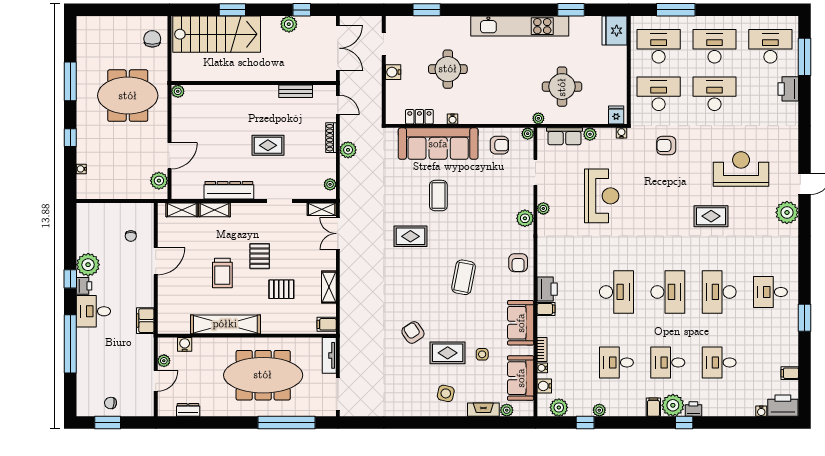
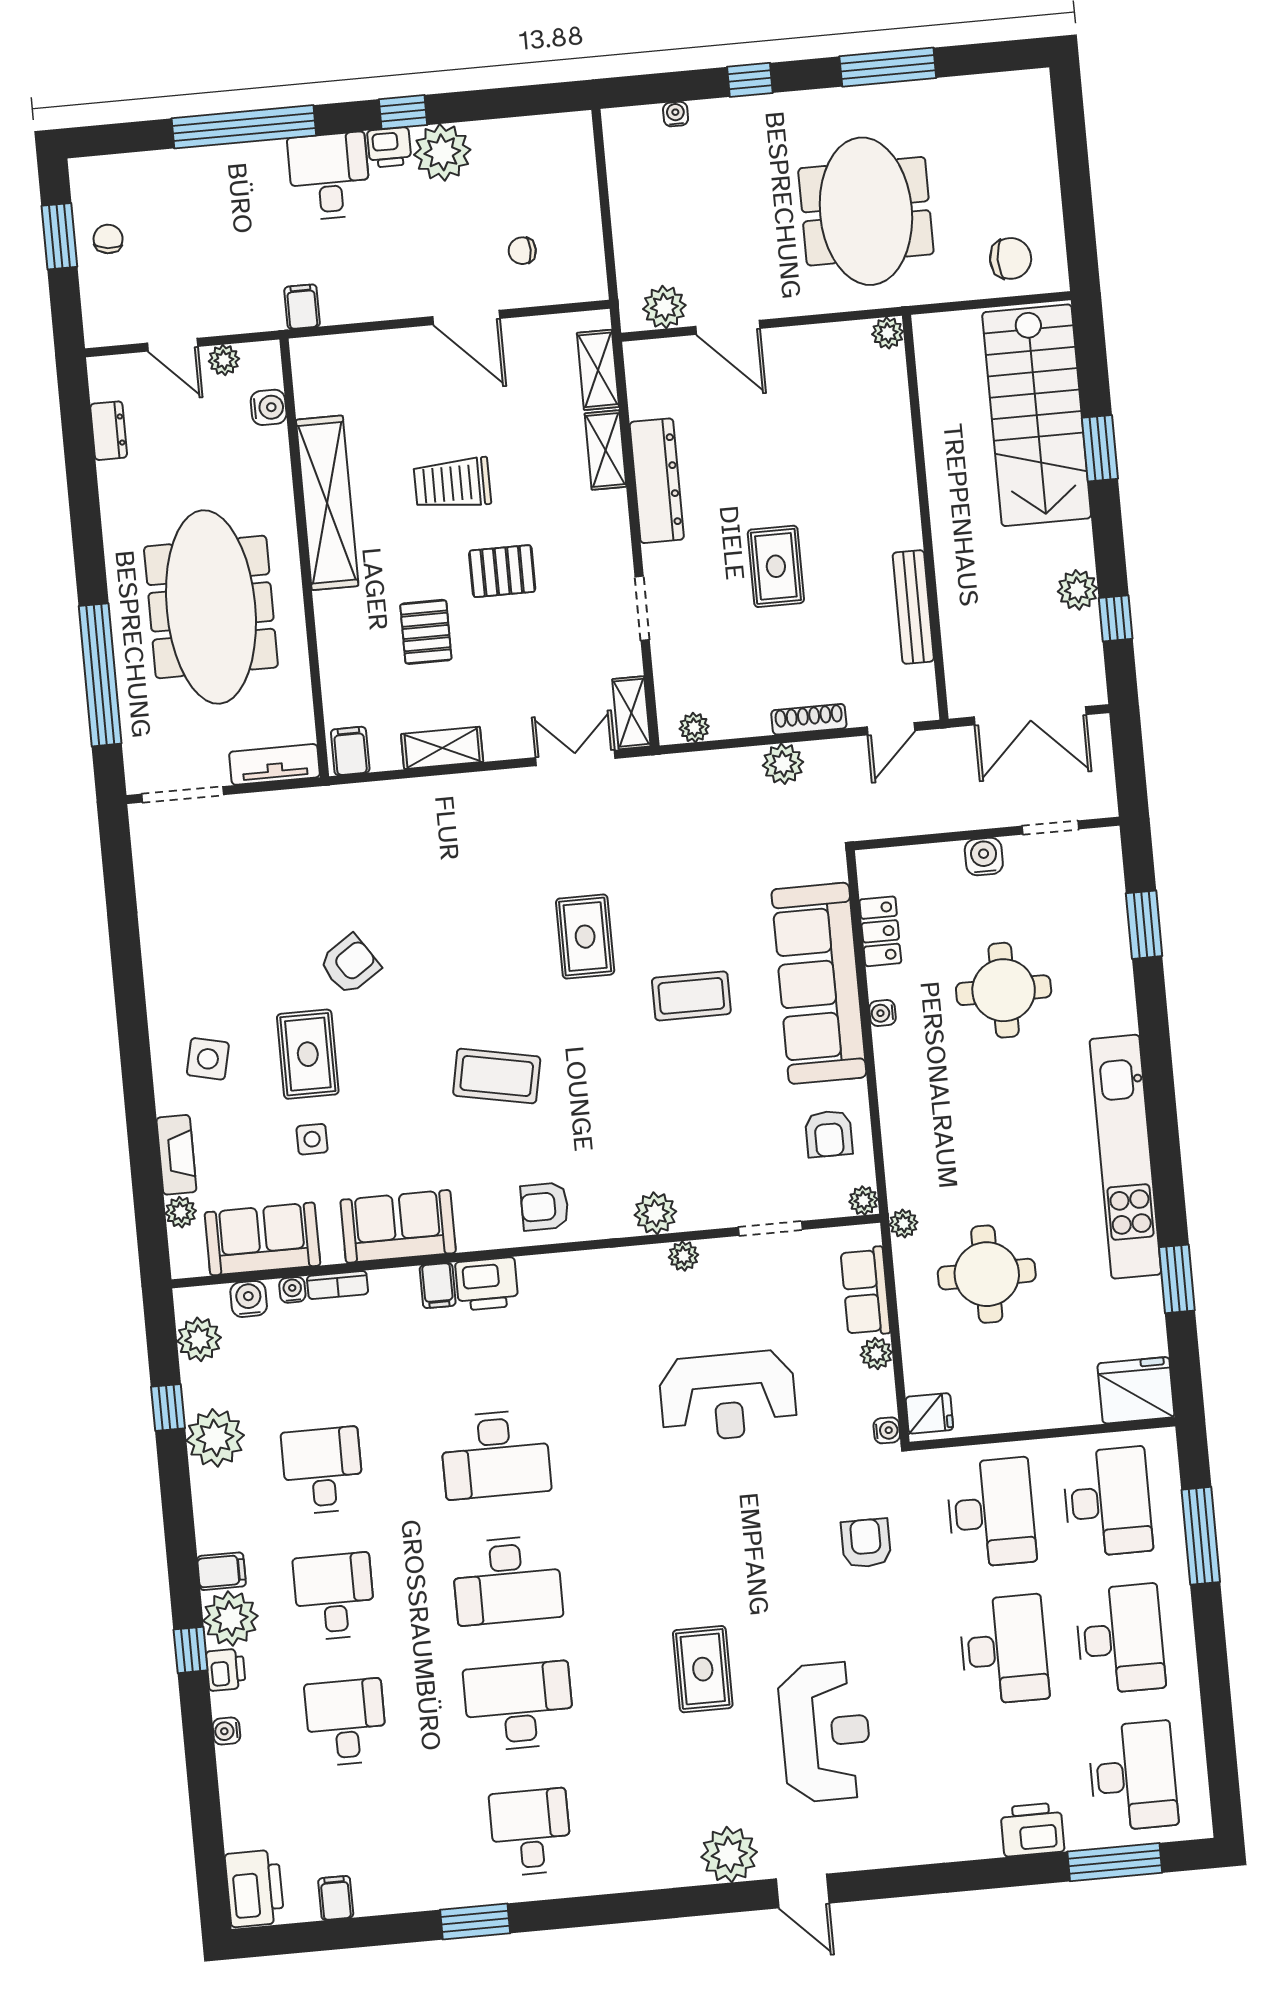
bench: (296, 91) -> (913, 607), width x1.36
filing cabinet: (145, 321) -> (302, 307), width x0.50
plant: (599, 410) -> (215, 1438), width x1.87, depth x1.87
water cooler: (761, 411) -> (226, 1731), moved

